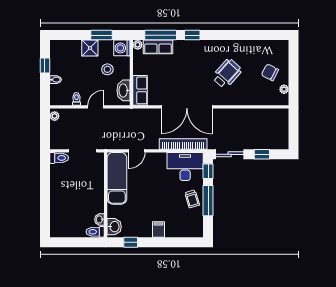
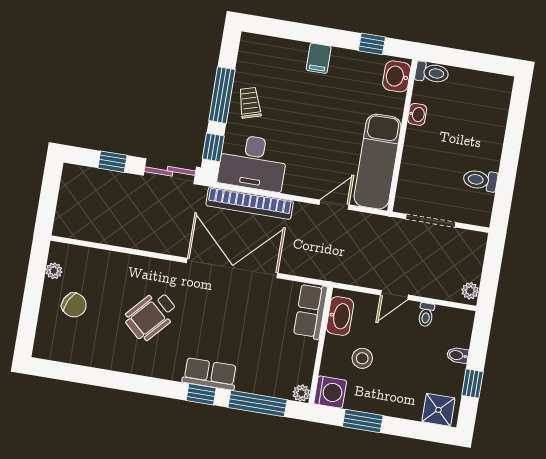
row of seats: (158, 47) -> (210, 374), moved
shower: (90, 48) -> (438, 410), moved
toilet: (59, 158) -> (480, 180), moved
washbasin: (100, 219) -> (417, 114), moved

